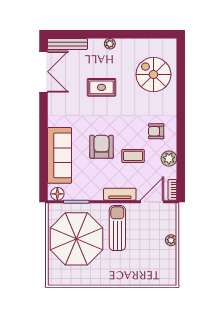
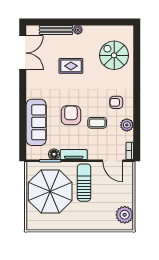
bench: (68, 44) -> (56, 30), moved
floor lamp: (57, 194) -> (54, 154), moved
tv unit: (120, 194) -> (74, 155), moved
door: (152, 202) -> (113, 161), swing flipped
plant: (171, 240) -> (125, 215), moved, width x1.87, depth x1.87

